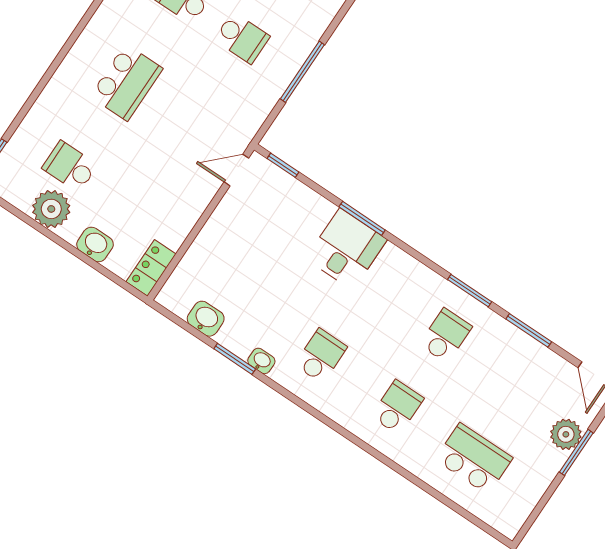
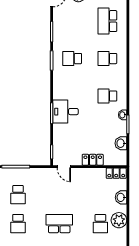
school desk: (242, 38) -> (18, 195), turned 180
locker: (211, 238) -> (93, 160), added

